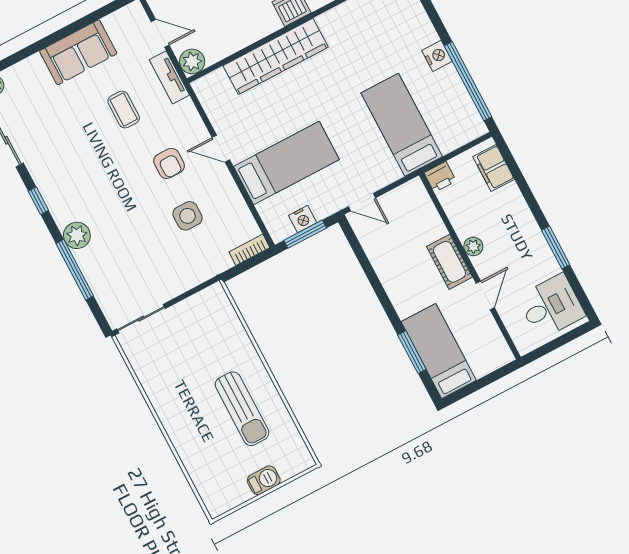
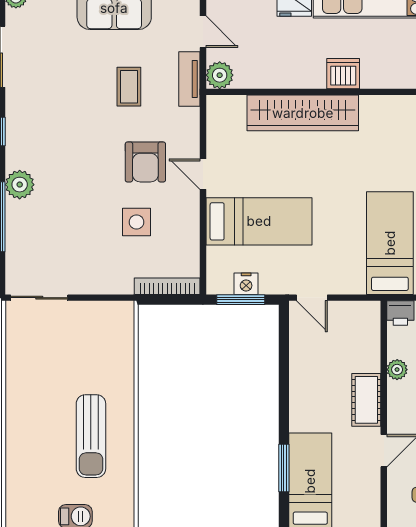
armchair: (169, 163) -> (145, 162), width x1.38, depth x1.38
plant: (473, 246) -> (397, 370), moved
bookcase: (249, 250) -> (167, 286), width x1.56

